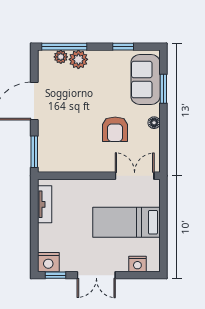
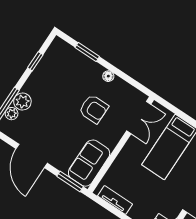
sofa: (146, 80) -> (89, 163), moved, turned 90
double door: (135, 176) -> (139, 118), swing flipped

